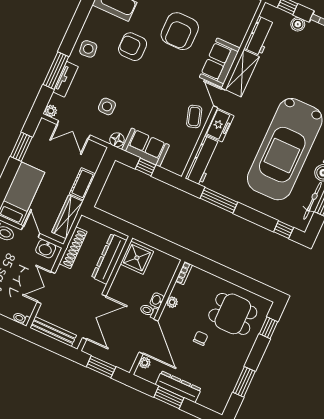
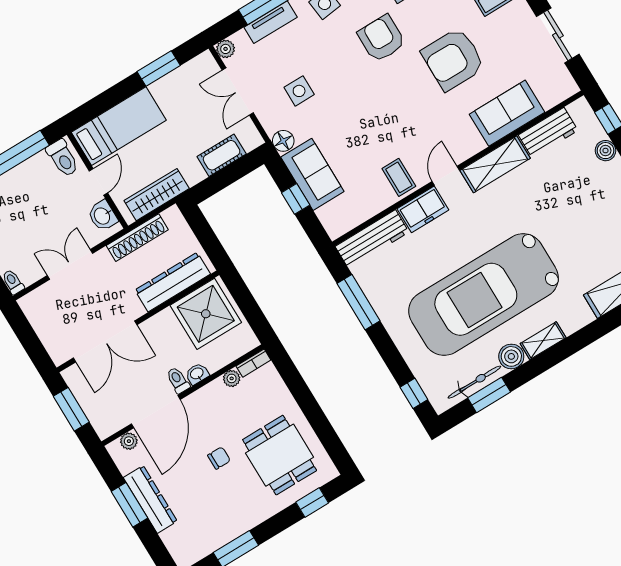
sofa: (220, 63) -> (507, 113), moved
coffee table: (194, 116) -> (399, 177), turned -73
cot: (83, 184) -> (222, 155), moved
shower: (137, 258) -> (206, 314), width x1.37, depth x1.37
plant: (172, 302) -> (232, 378), moved
bench: (53, 332) -> (42, 325), removed

